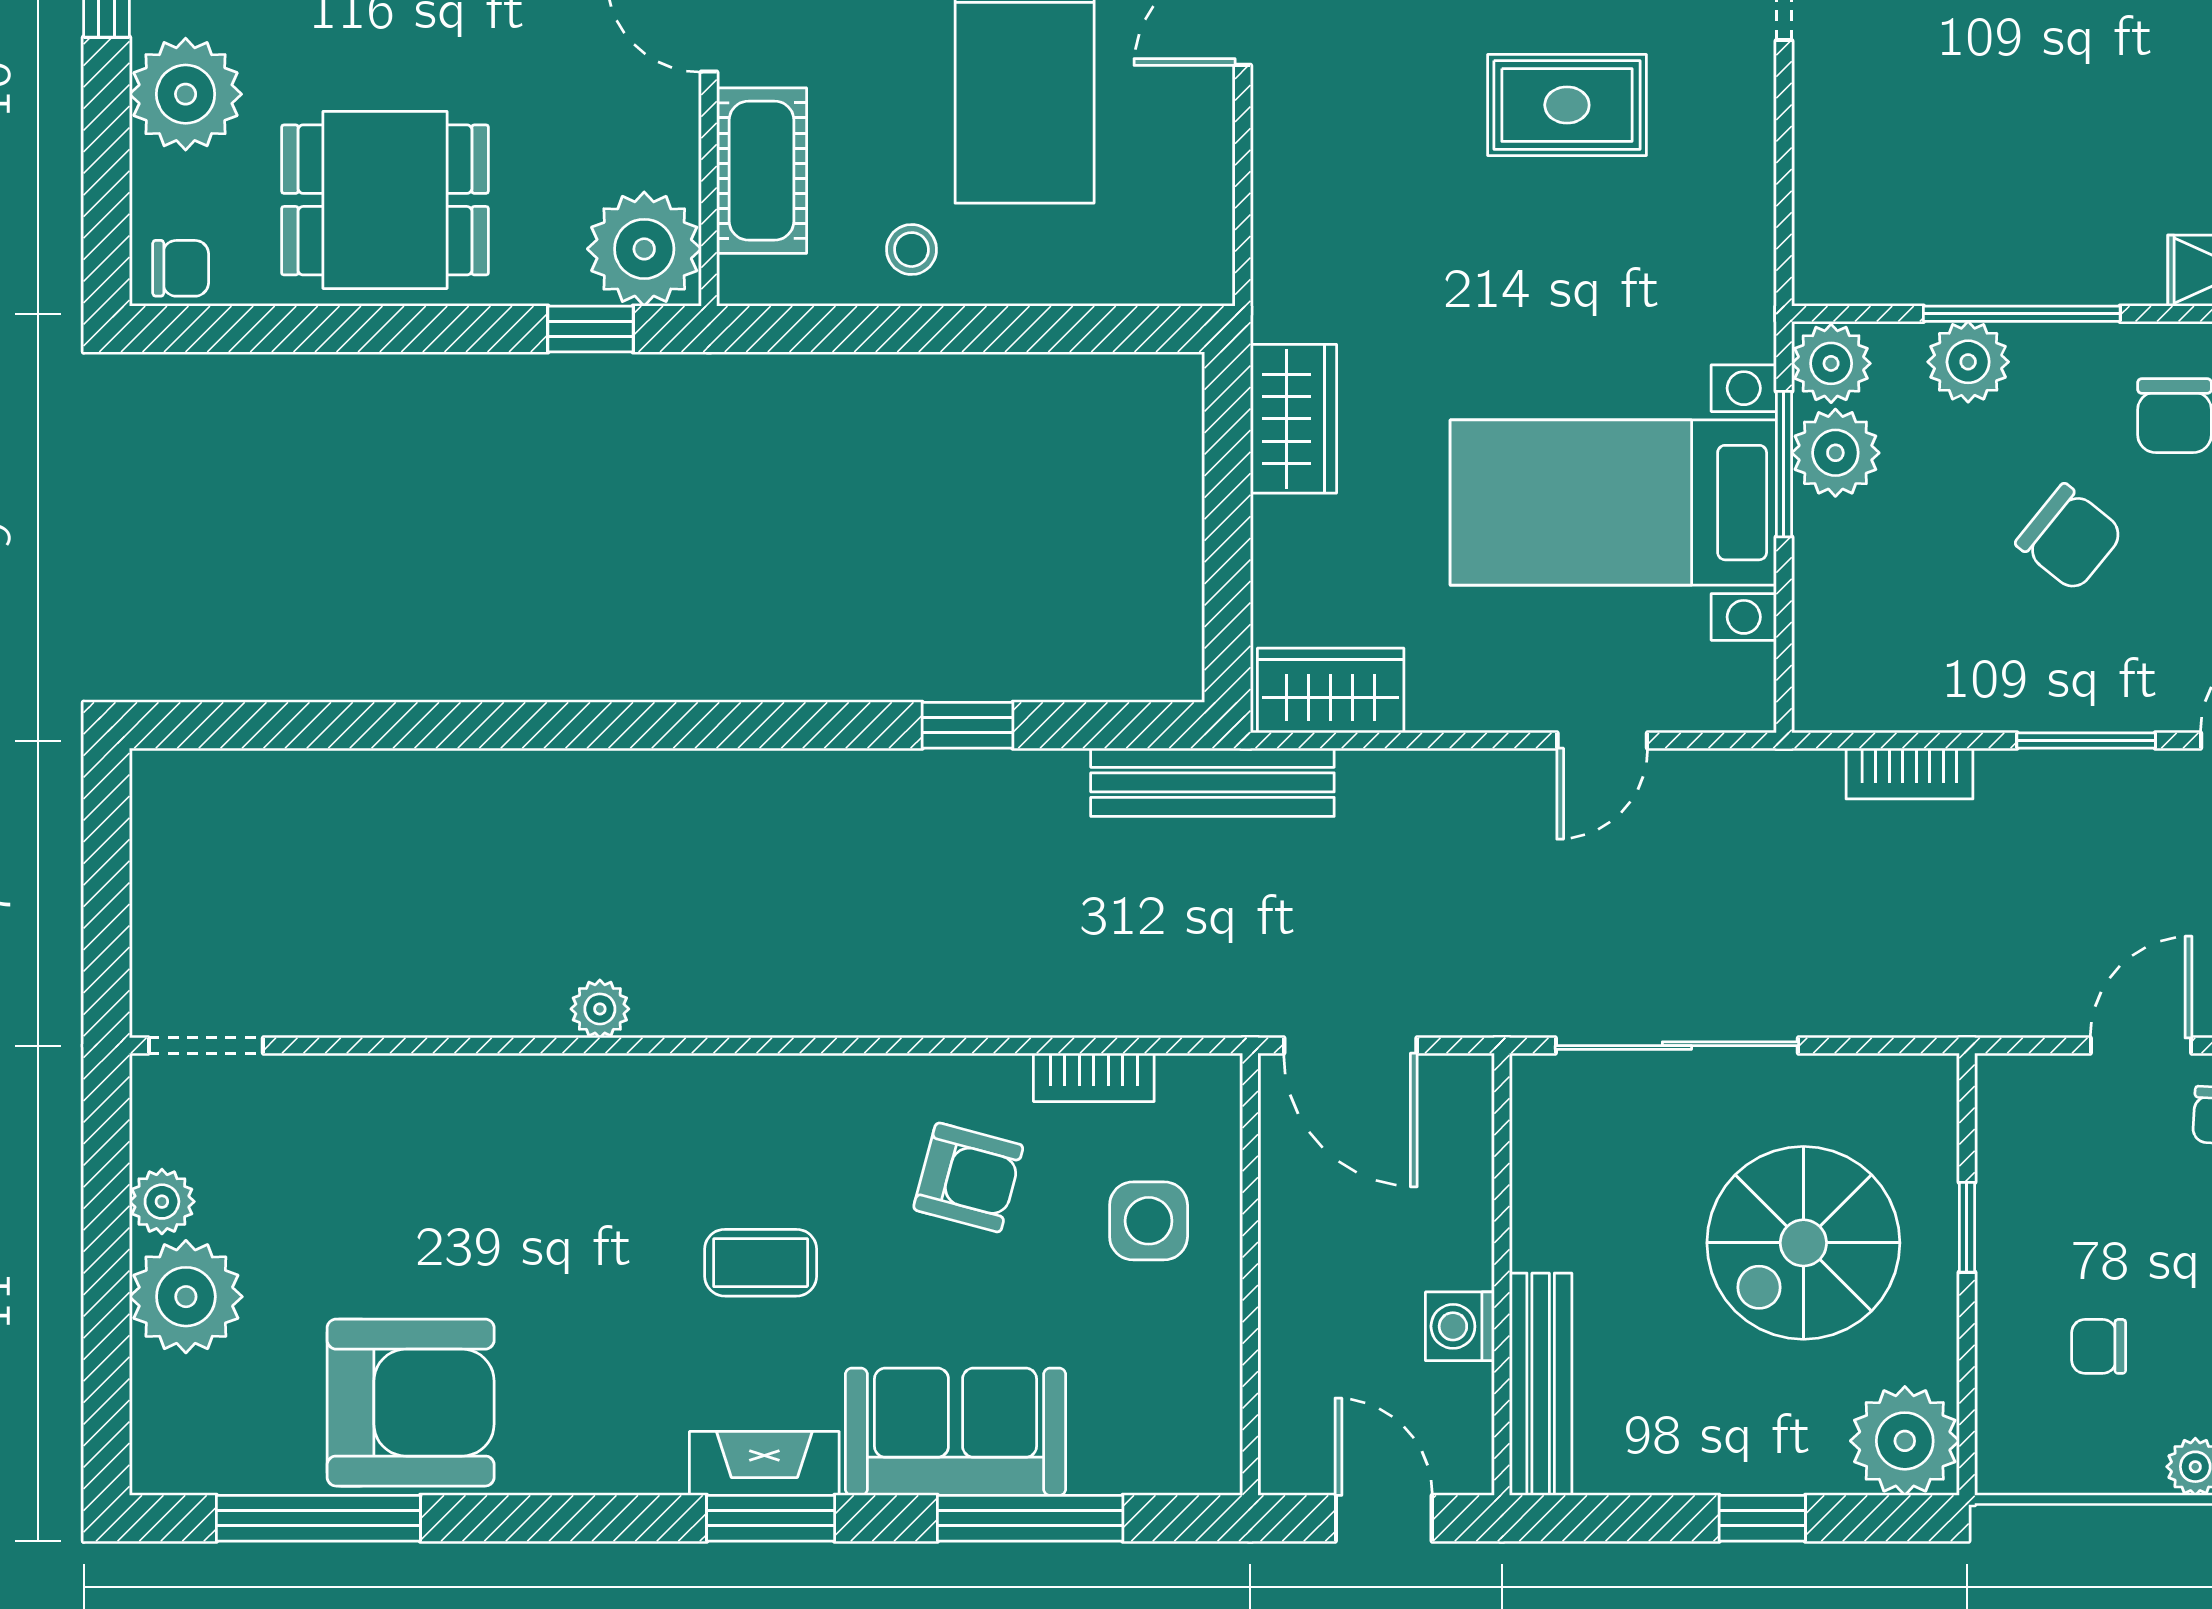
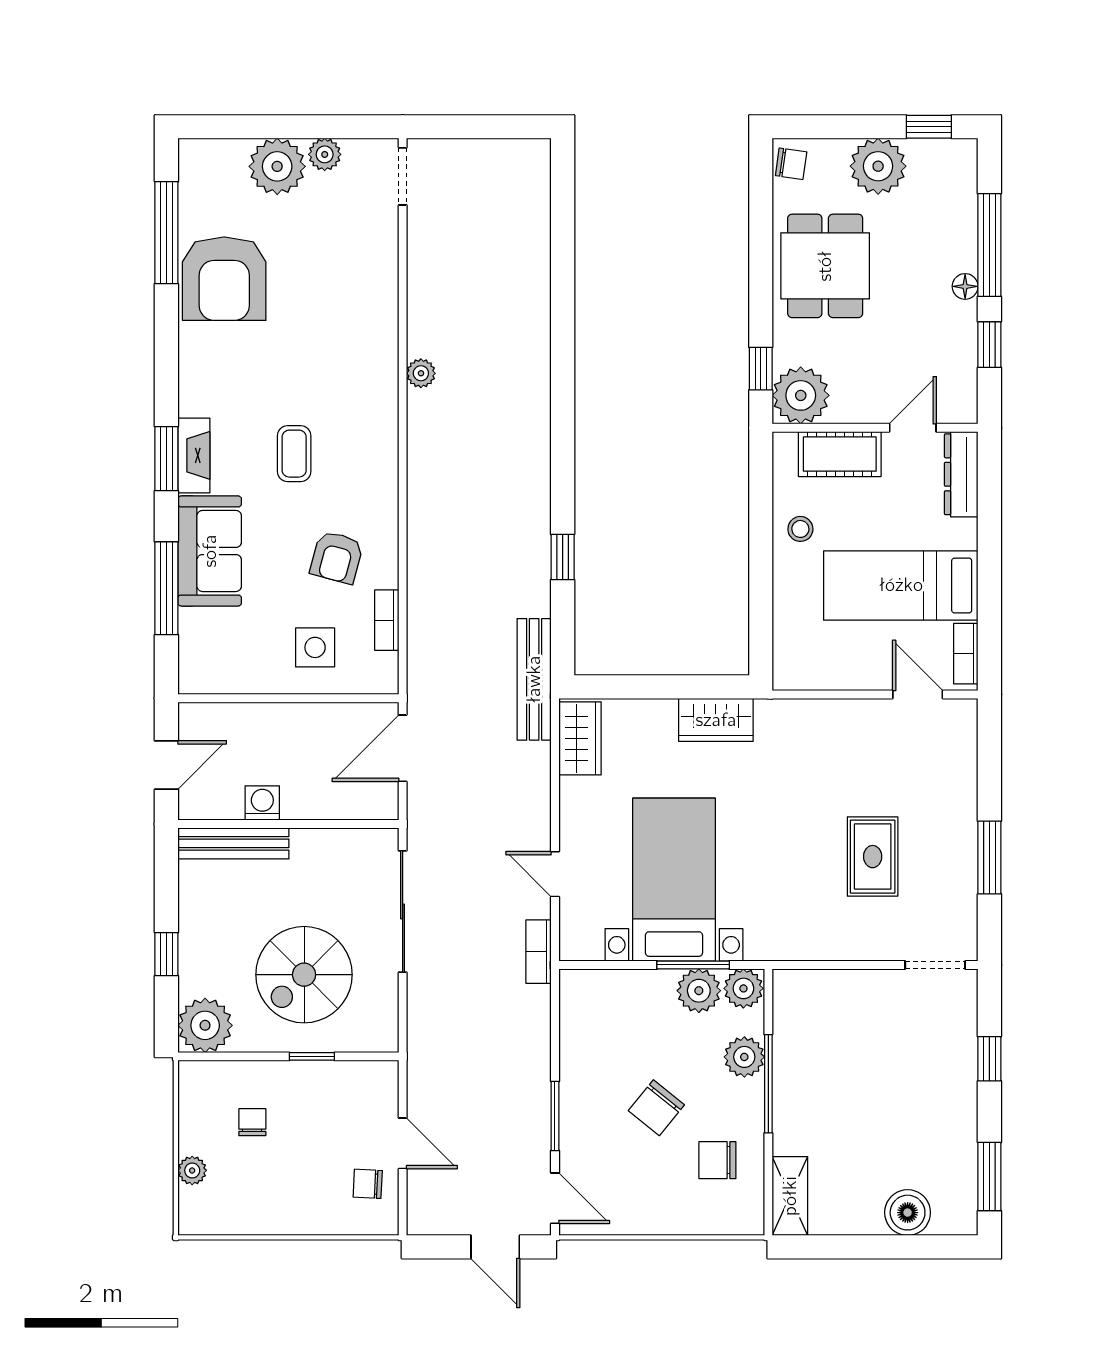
chair: (181, 268) -> (791, 164), turned -82
bookcase: (1909, 774) -> (539, 952), moved
spiral stairs: (1803, 1243) -> (304, 975), turned -90

